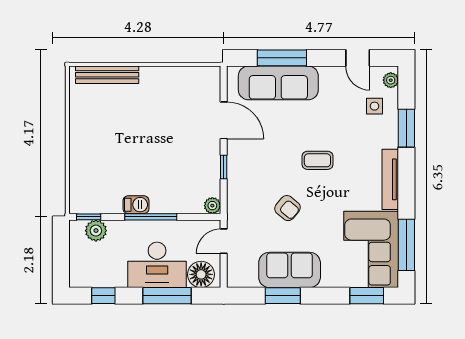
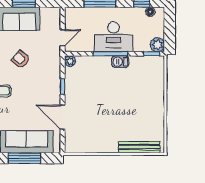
plant: (96, 231) -> (157, 45), moved
desk: (157, 265) -> (113, 37), moved, turned 180
floor lamp: (201, 274) -> (150, 12), moved, width x0.53, depth x0.53

